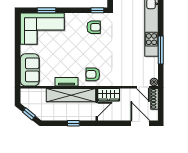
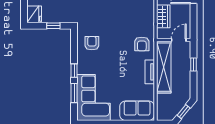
window: (97, 10) -> (74, 71), moved
wardrobe: (109, 95) -> (163, 16), moved
door: (97, 109) -> (179, 40), hinge flipped

